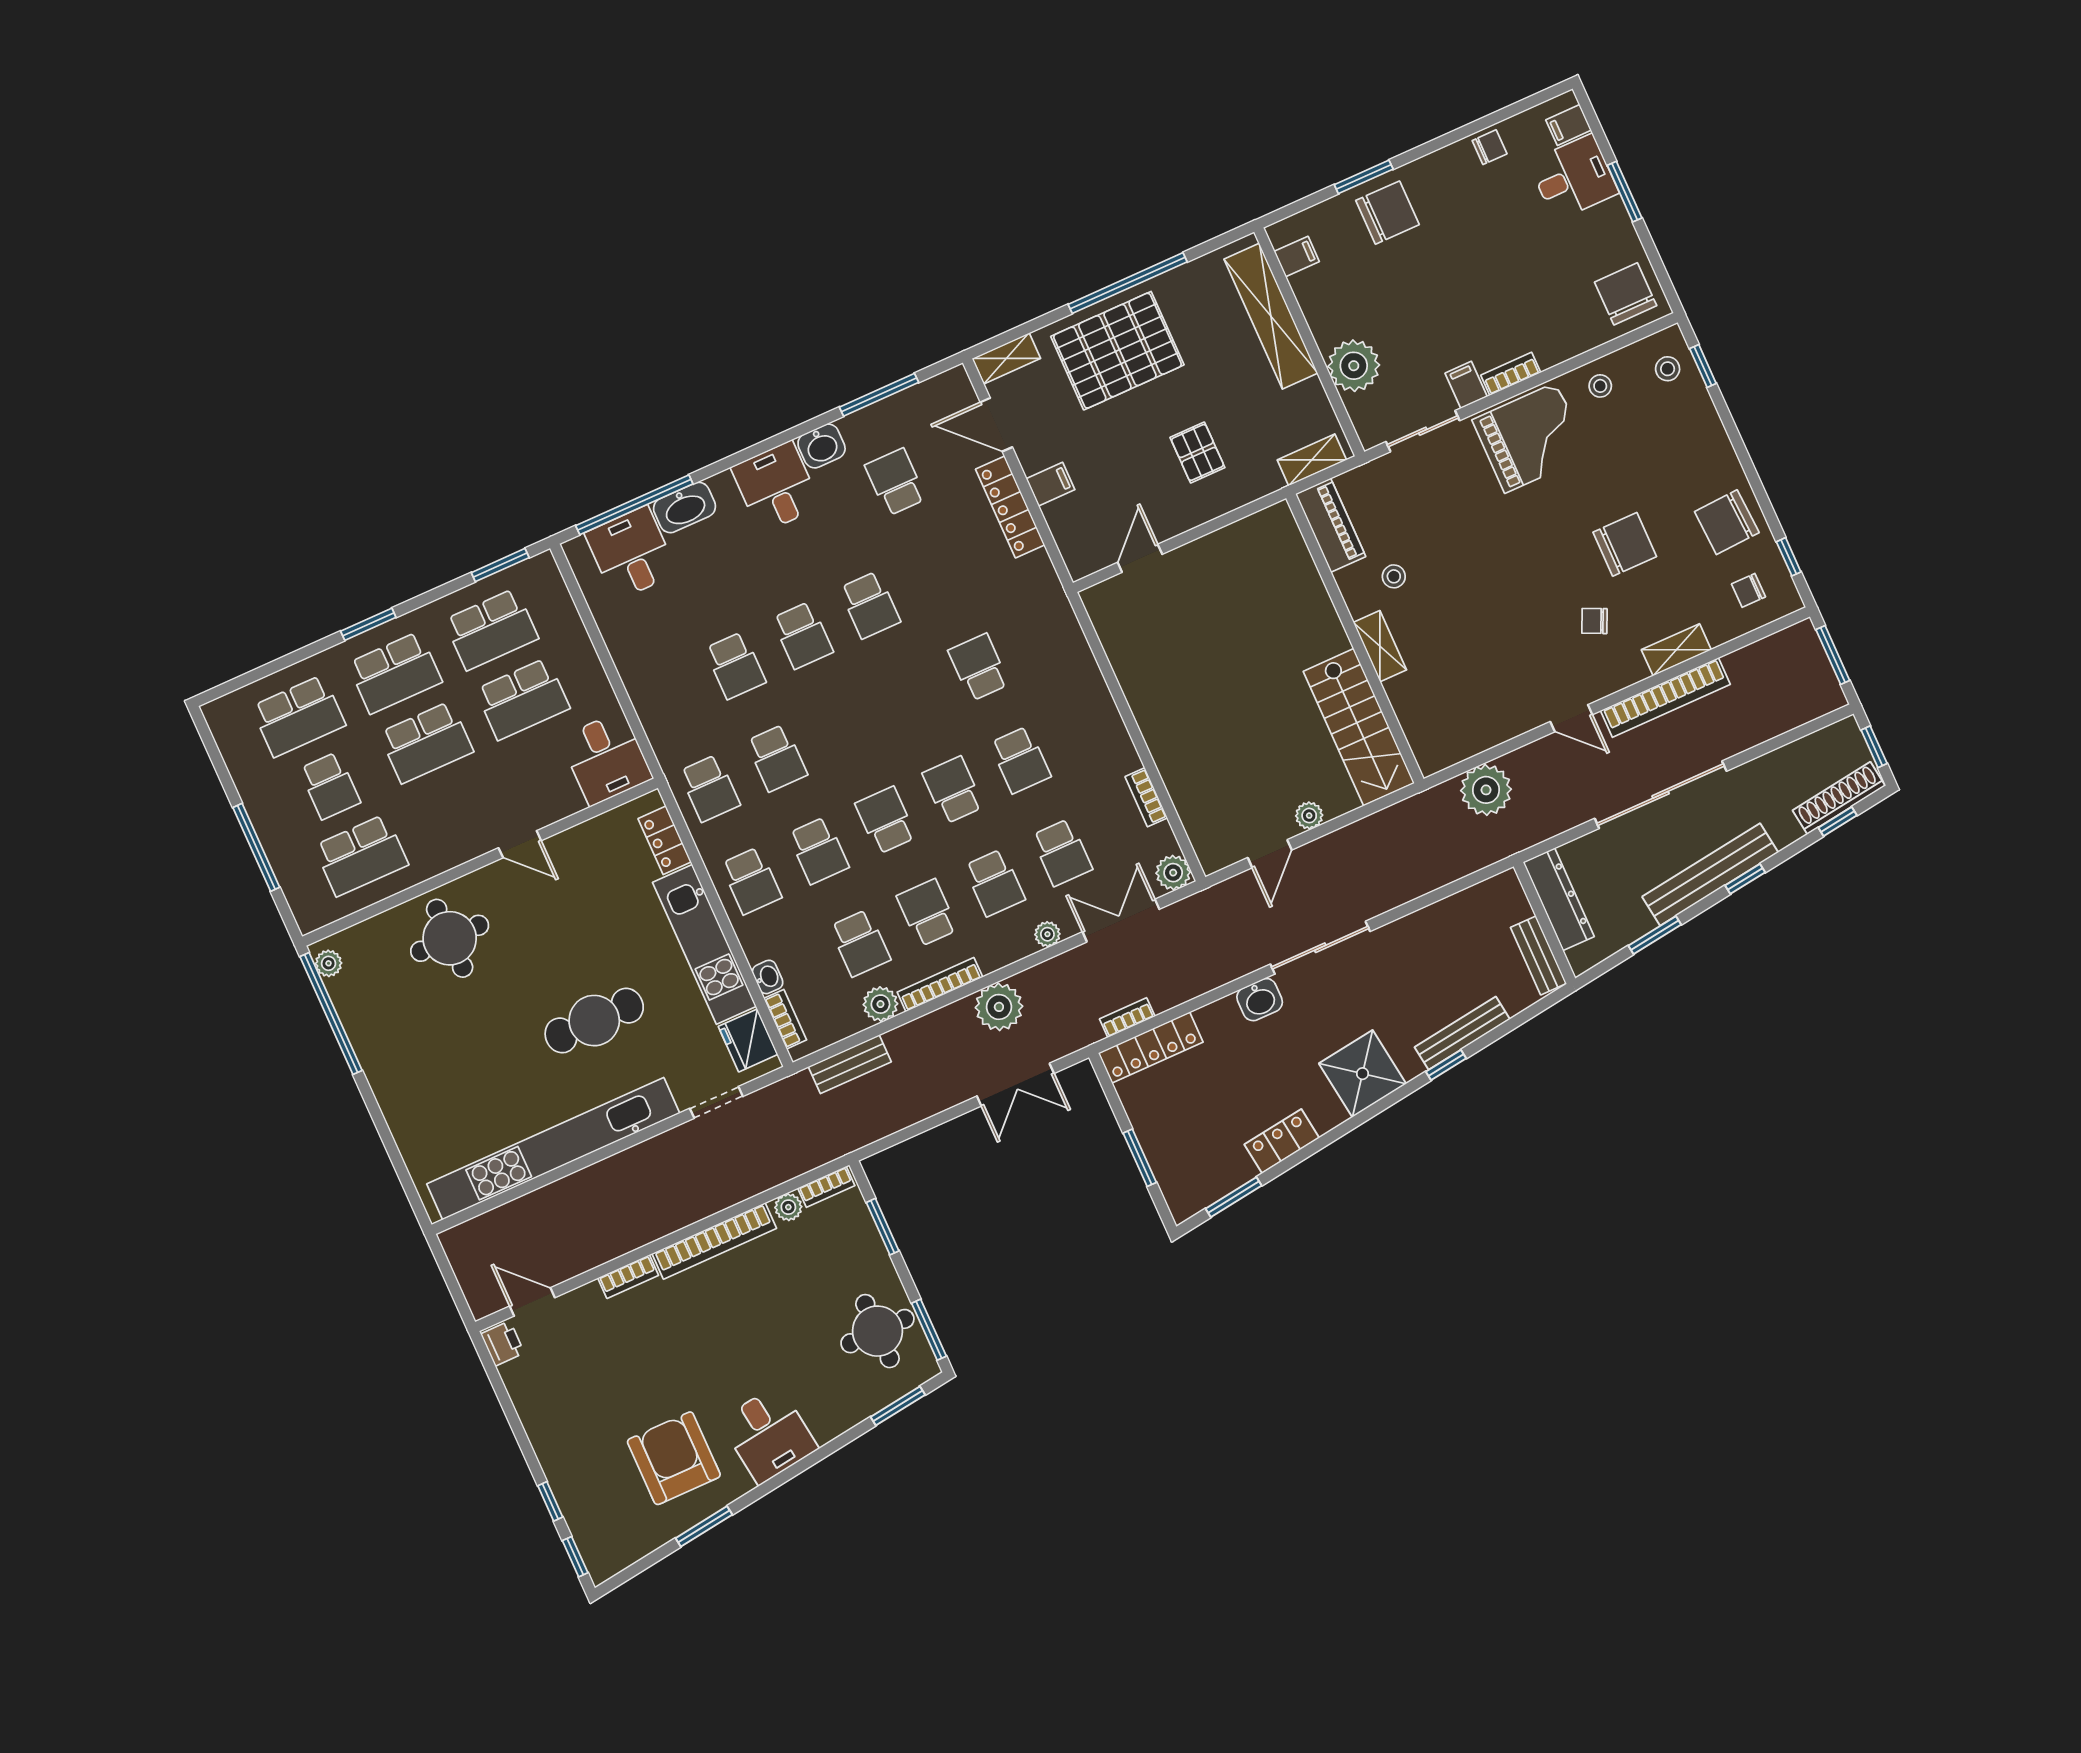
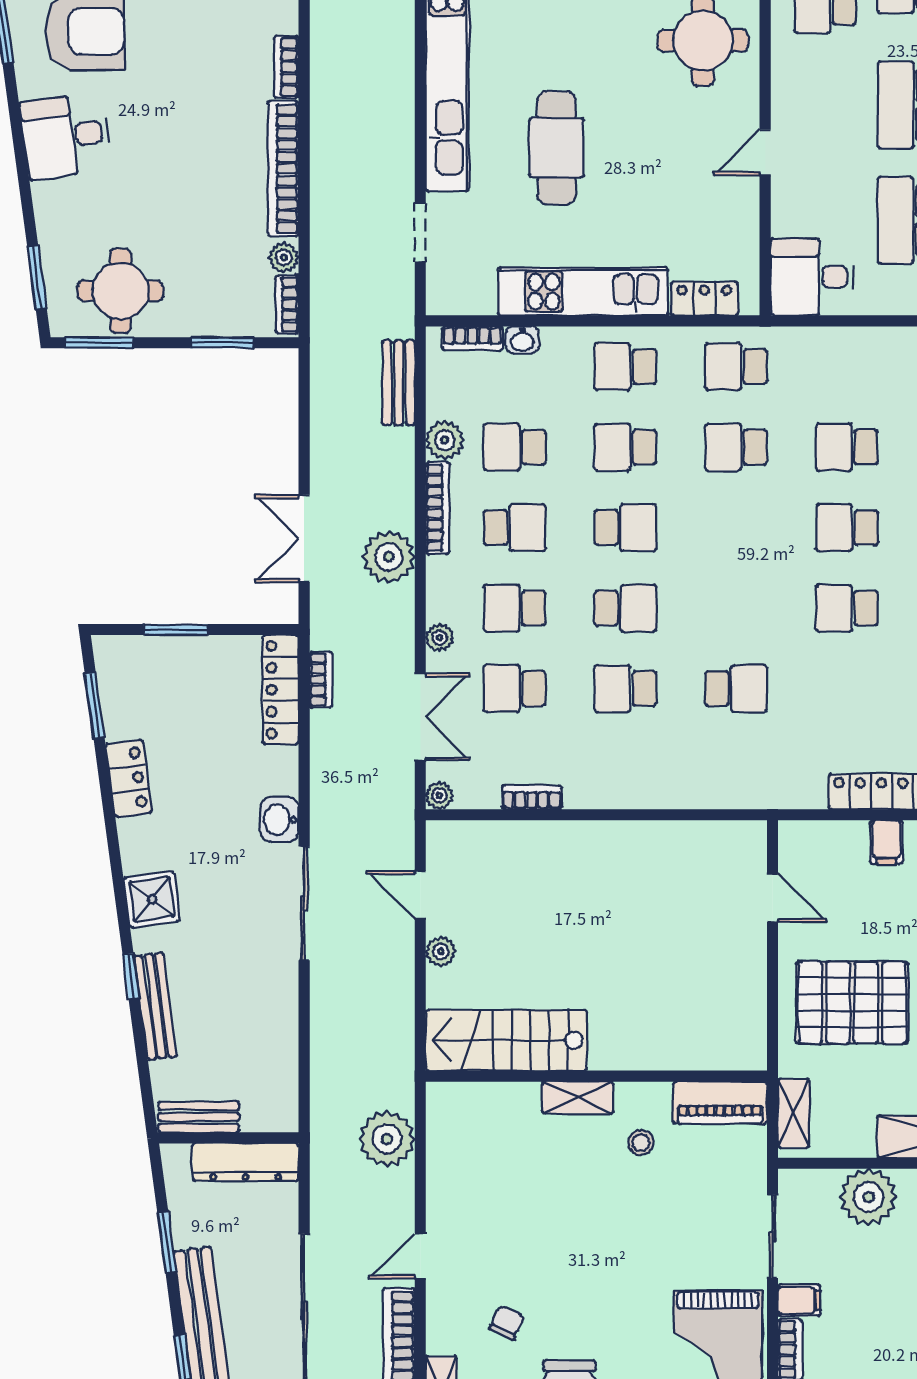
pallet: (1197, 452) -> (852, 1003), width x2.05, depth x2.00
plant: (1173, 873) -> (439, 796), width x0.73, depth x0.73
fridge: (748, 1040) -> (468, 292), removed
shower: (1363, 1074) -> (152, 899), width x0.73, depth x0.73

